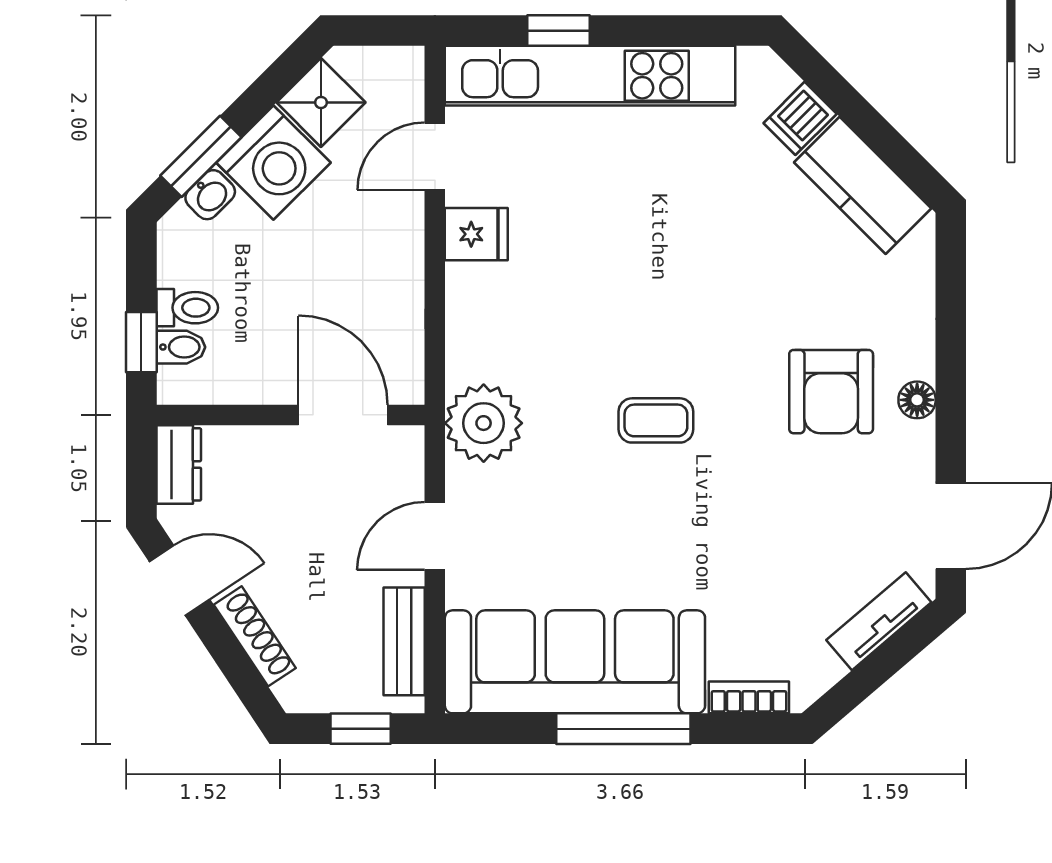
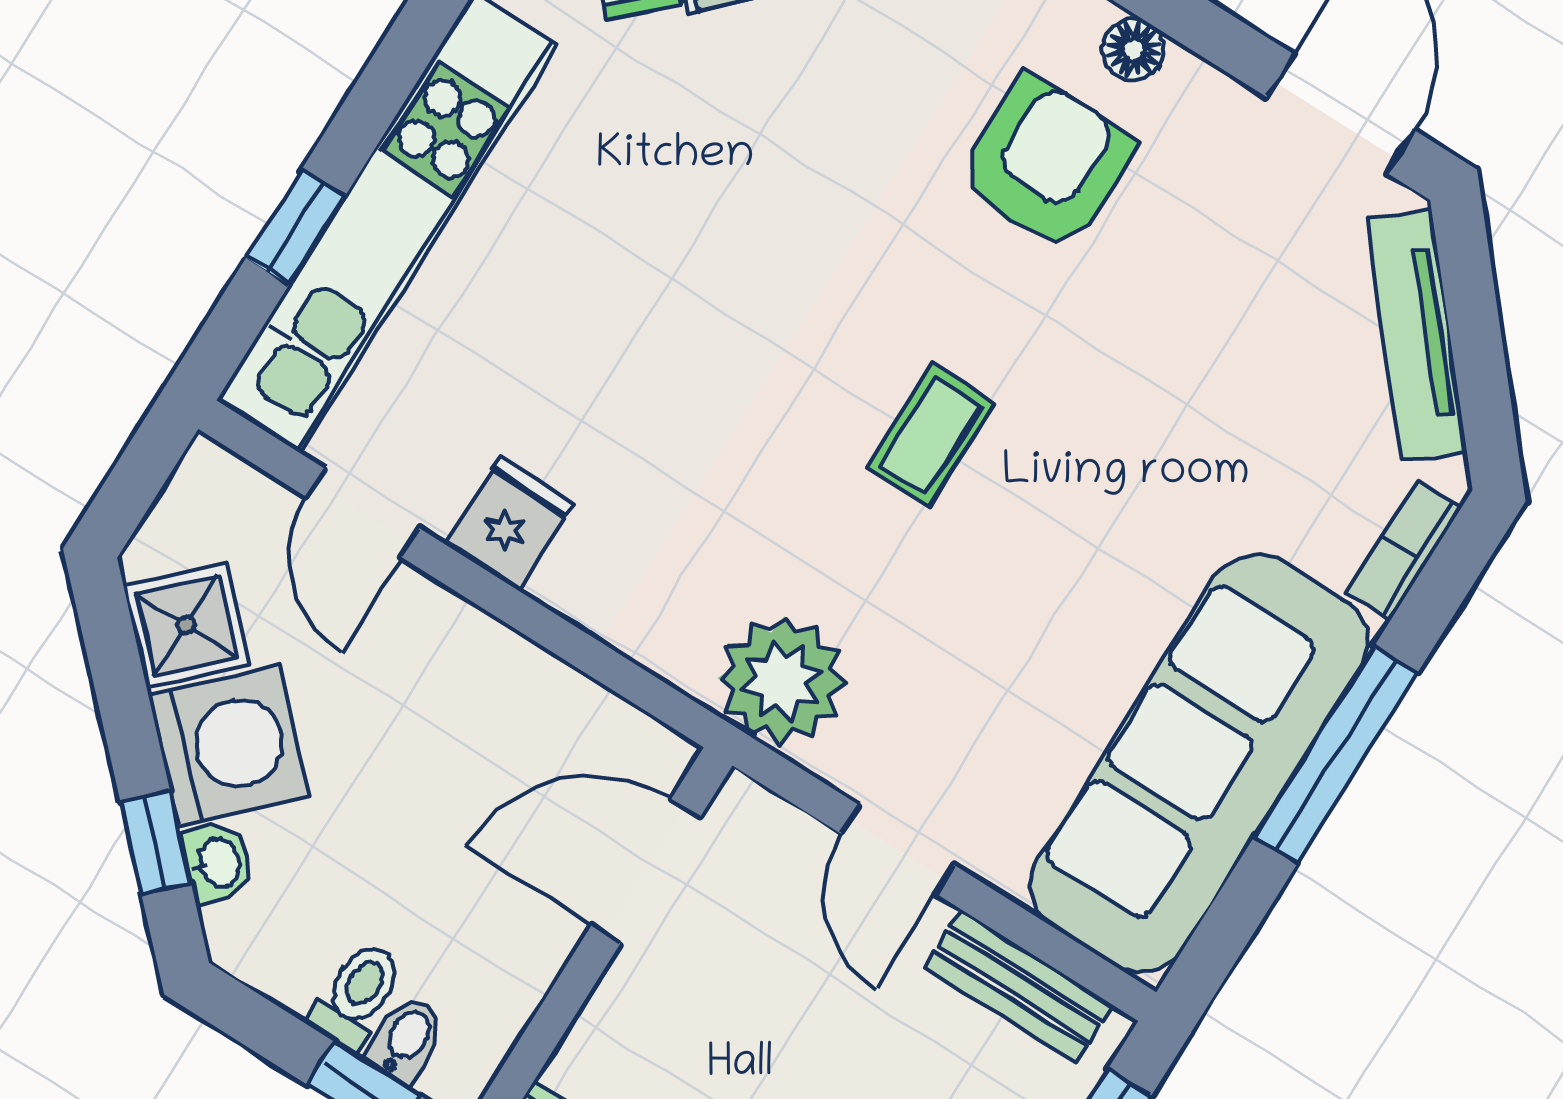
window: (201, 156) -> (156, 842), width x0.67
armchair: (831, 392) -> (1046, 163), turned -90
tv unit: (879, 621) -> (1416, 335), width x1.41

